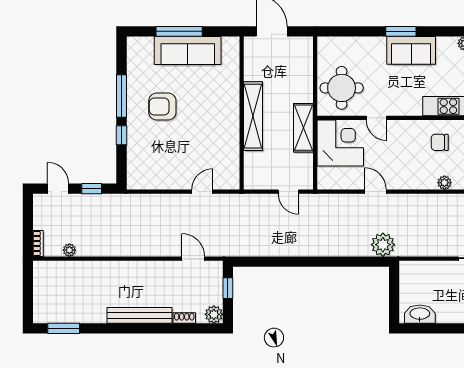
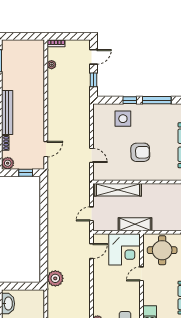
armchair: (162, 107) -> (140, 152), moved, turned 89
shelving: (253, 116) -> (118, 190), moved
side table: (149, 145) -> (123, 119), added
door: (375, 192) -> (91, 251), moved

